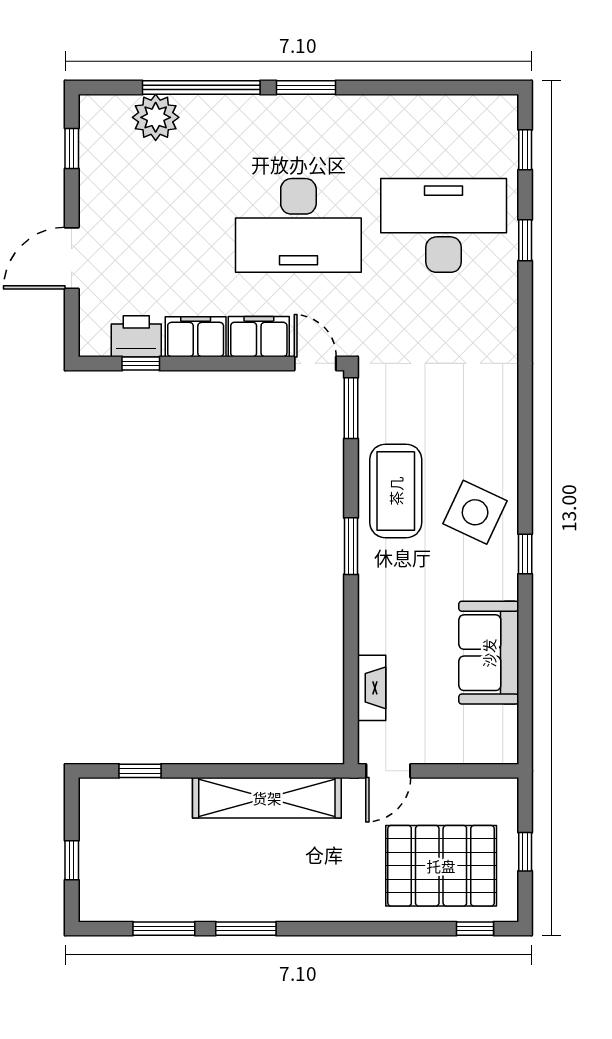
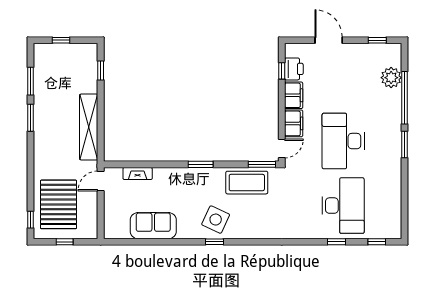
coffee table: (396, 491) -> (247, 183), moved
window: (525, 554) -> (214, 242), moved
door: (388, 771) -> (101, 181), hinge flipped

